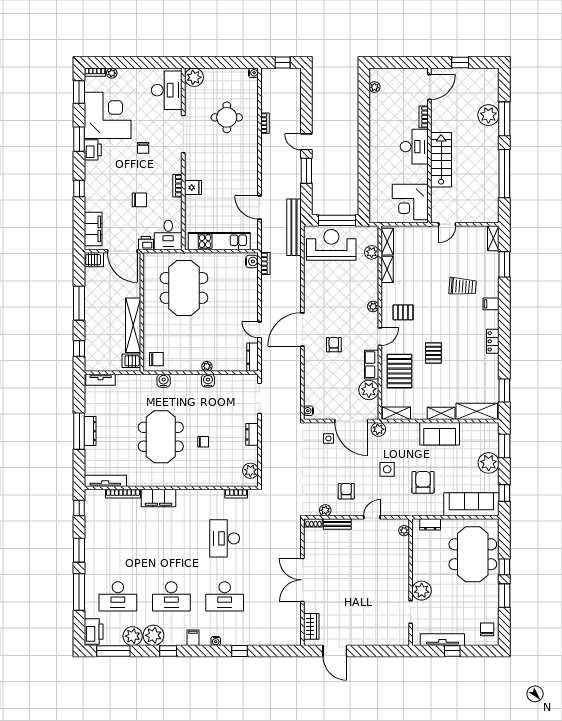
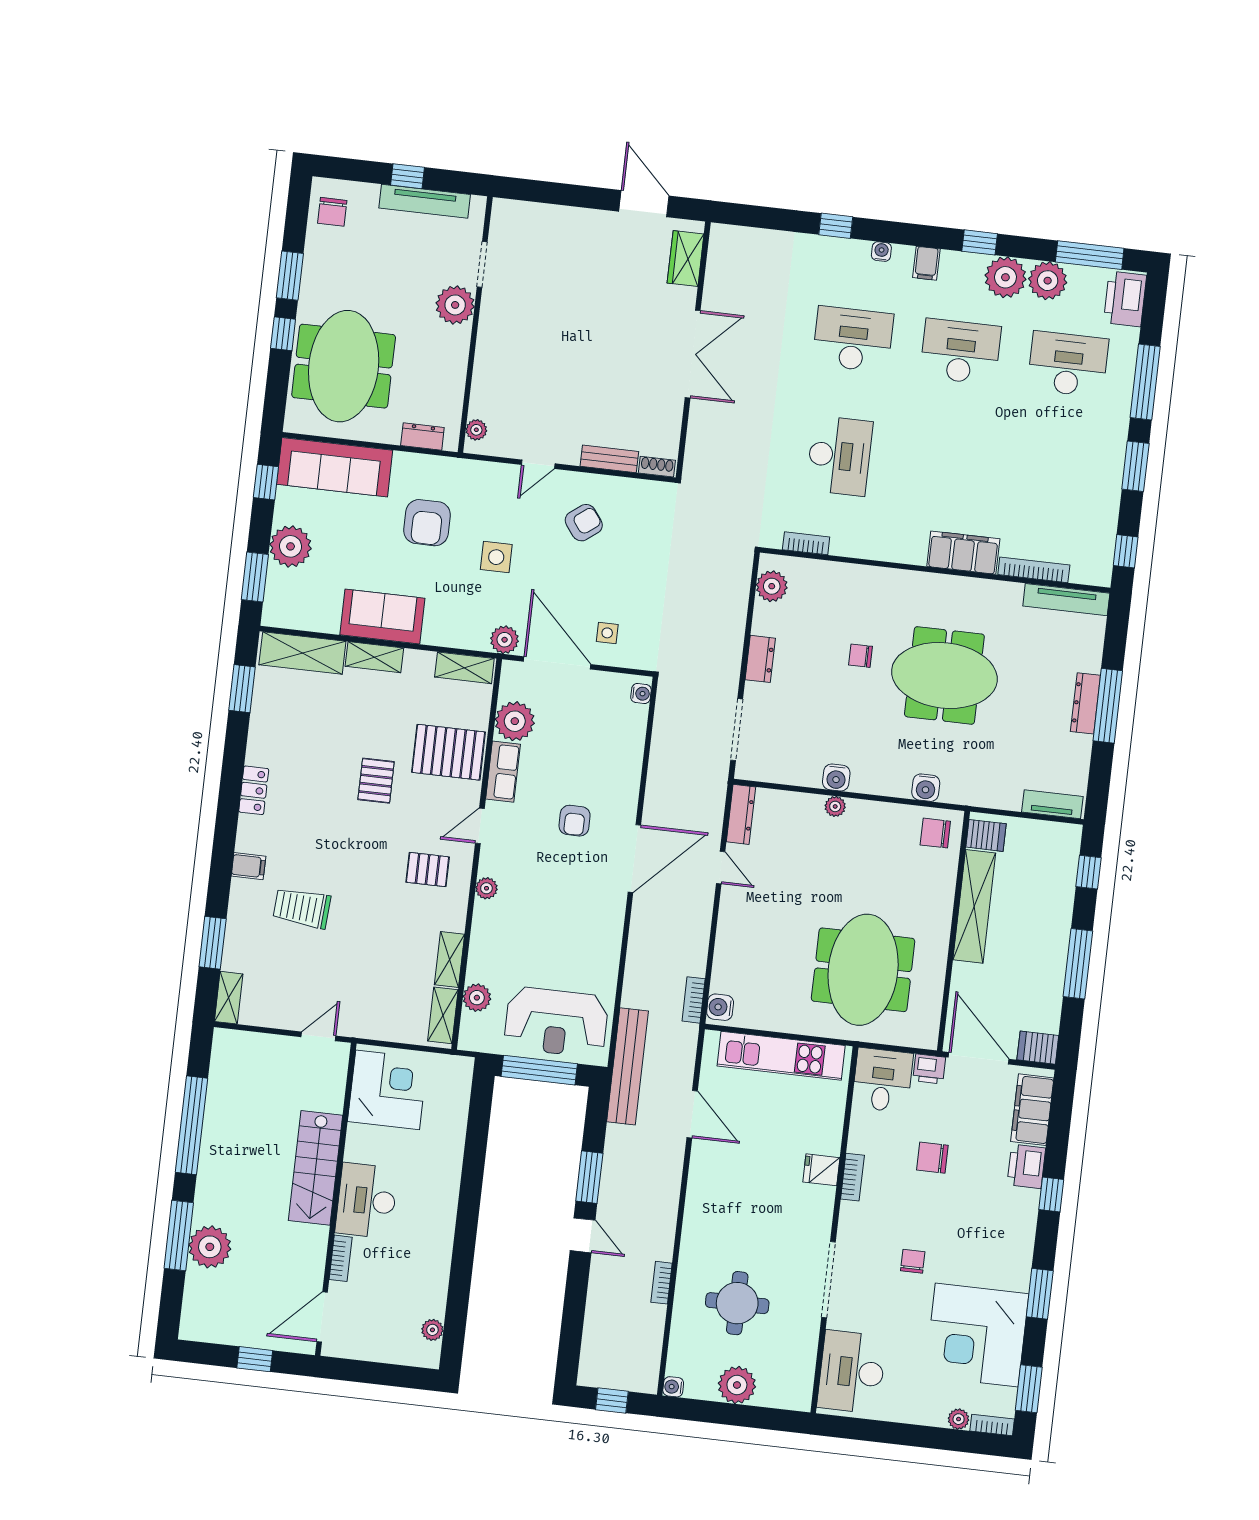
plant: (194, 77) -> (737, 1385), moved
printer: (93, 150) -> (1026, 1166), moved
pallet: (399, 371) -> (448, 752), turned 90
meeting table: (161, 437) -> (944, 675), turned 90
armchair: (346, 491) -> (584, 523), turned -127
plant: (325, 510) -> (630, 489), removed

